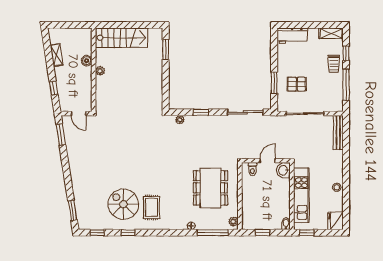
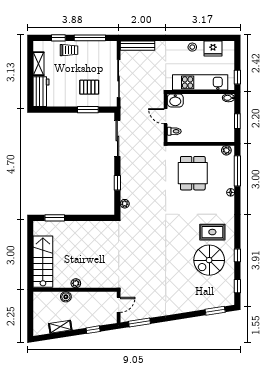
shelving: (331, 33) -> (39, 64), moved
pallet: (297, 84) -> (89, 87), turned 90
dining table: (210, 188) -> (193, 173), width x0.73
fridge: (335, 221) -> (213, 48), moved

